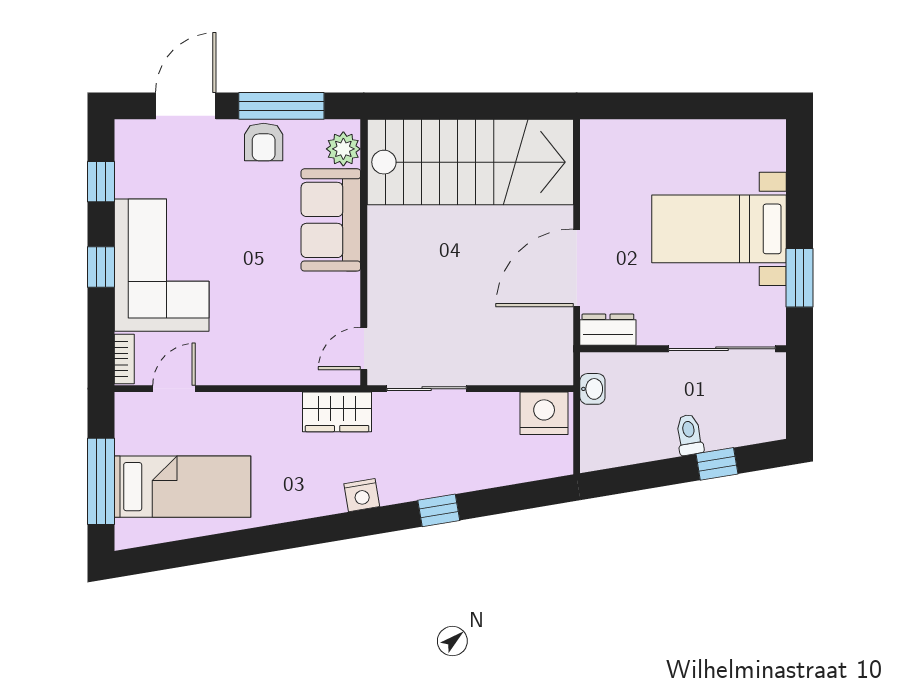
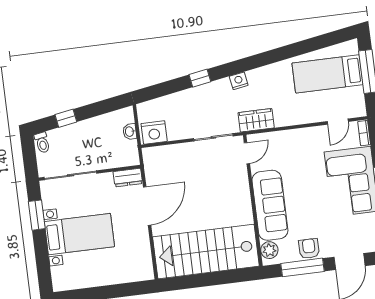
sofa: (331, 220) -> (270, 205), width x1.36
washbasin: (592, 389) -> (130, 132), moved
toilet: (689, 435) -> (42, 143), moved

